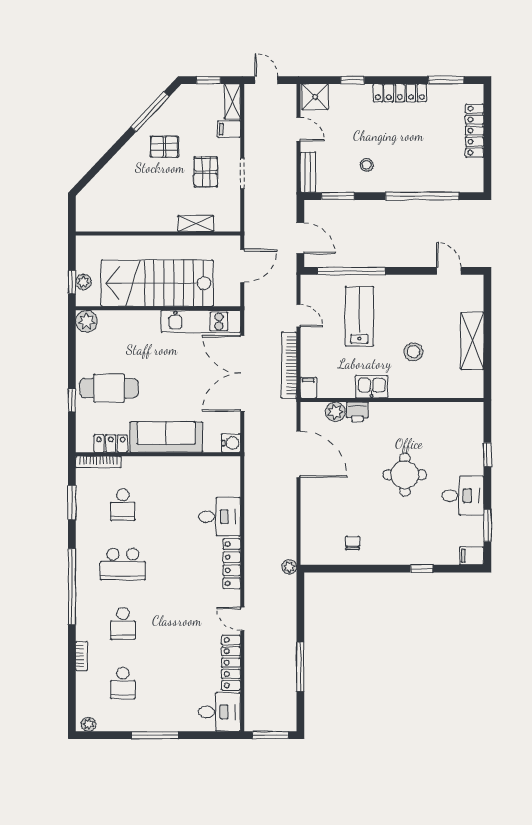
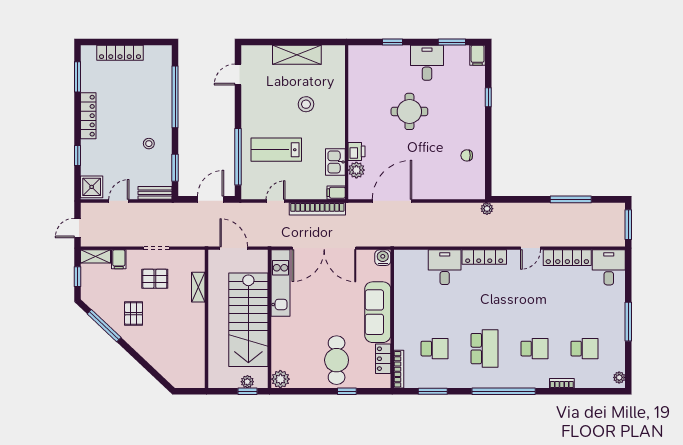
kitchen sink: (372, 387) -> (335, 162), moved

